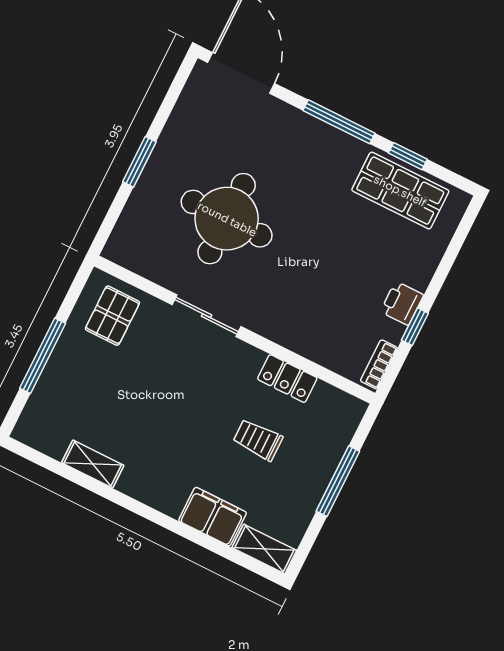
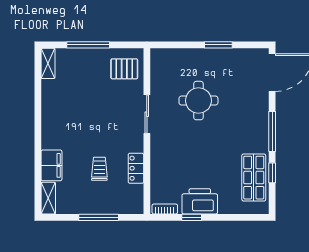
window: (139, 162) -> (218, 45), moved
round table: (227, 219) -> (198, 101), width x0.73, depth x0.73
printer: (402, 303) -> (200, 201), width x1.87, depth x1.48
shelving: (93, 464) -> (48, 63), moved

